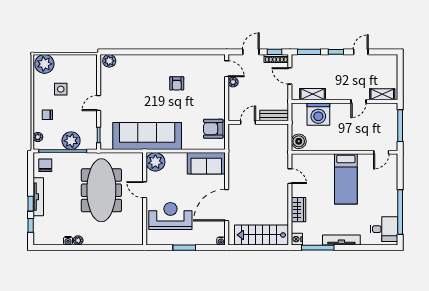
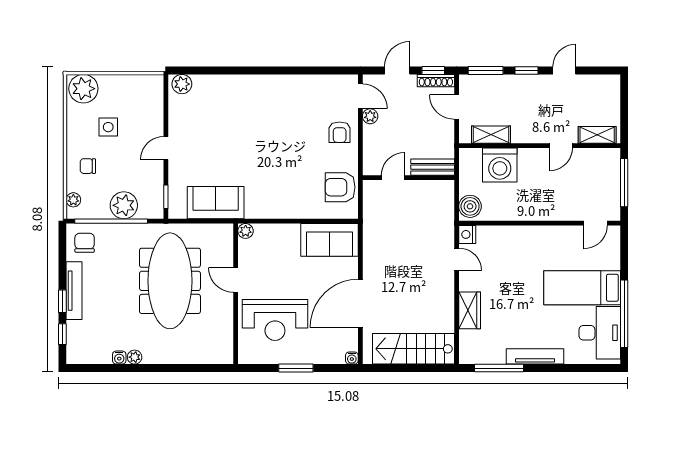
armchair: (177, 83) -> (340, 132), moved
sofa: (147, 136) -> (216, 203), width x0.54, depth x0.79
plant: (155, 162) -> (246, 231), width x0.53, depth x0.53
bed: (346, 179) -> (582, 288), moved, turned 90
reception desk: (170, 216) -> (275, 320), turned 180
desk: (384, 229) -> (600, 333), width x1.37
nightstand: (297, 239) -> (467, 234), moved

